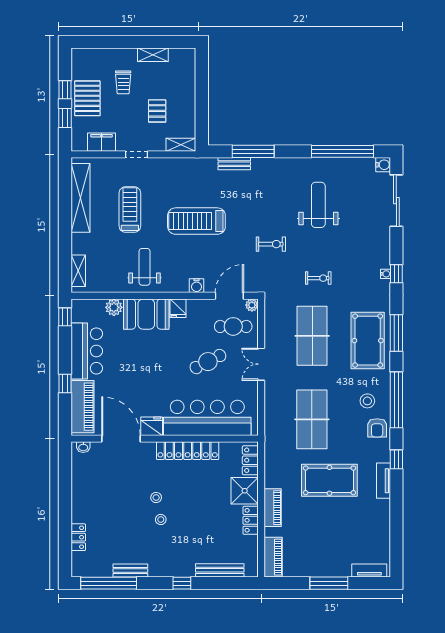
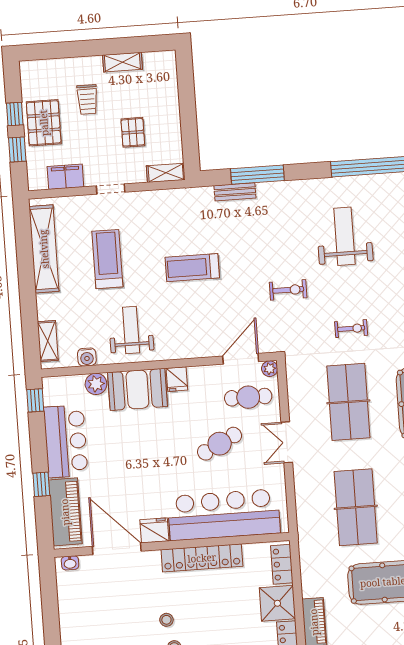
treadmill: (196, 221) -> (192, 268), width x0.73, depth x0.73
water cooler: (197, 286) -> (87, 357), moved

